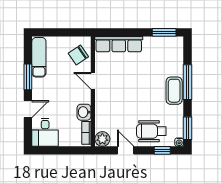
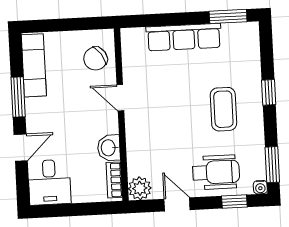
row of seats: (119, 44) -> (184, 37), moved
window: (187, 82) -> (269, 92), width x0.46
coffee table: (174, 91) -> (223, 109), moved
wheelchair: (151, 131) -> (216, 172), turned 180

